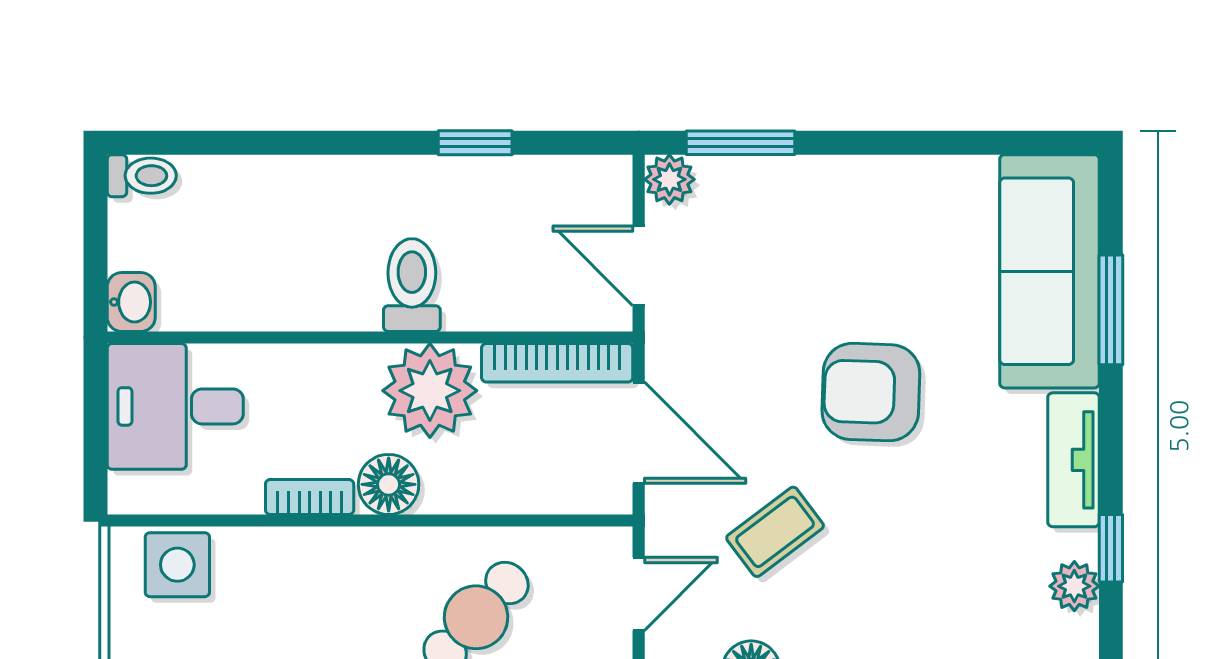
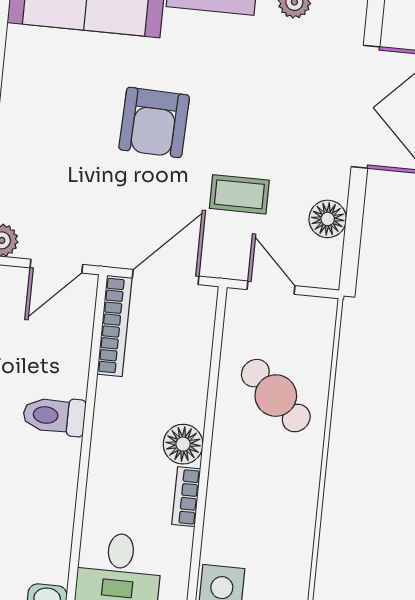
plant: (430, 391) -> (124, 411), removed
coffee table: (775, 532) -> (239, 194), turned -53

